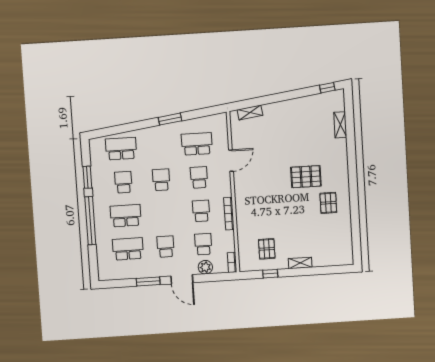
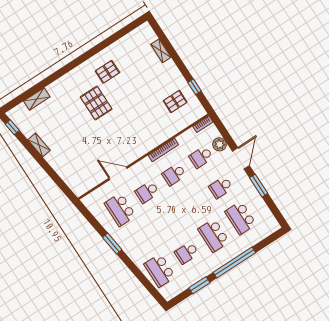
shelving: (250, 112) -> (39, 145), moved
school desk: (161, 180) -> (167, 222), removed
shelving: (300, 263) -> (161, 51), moved

